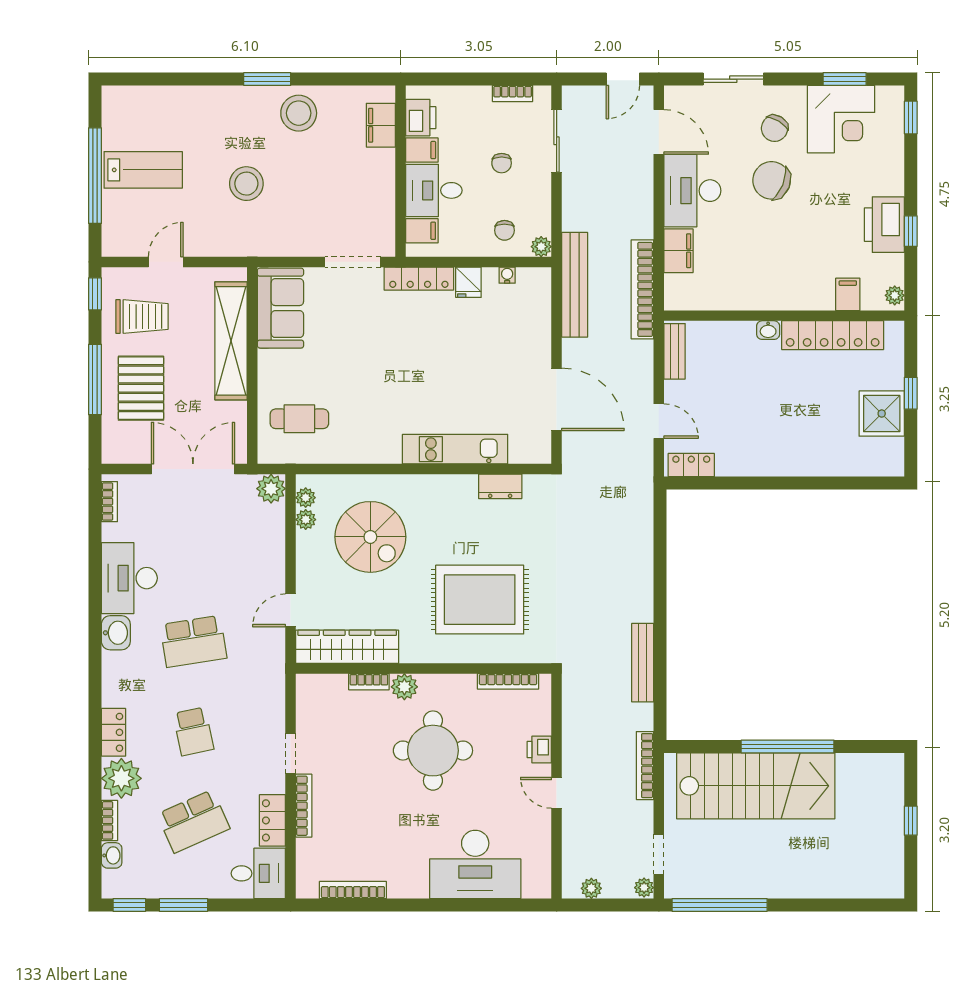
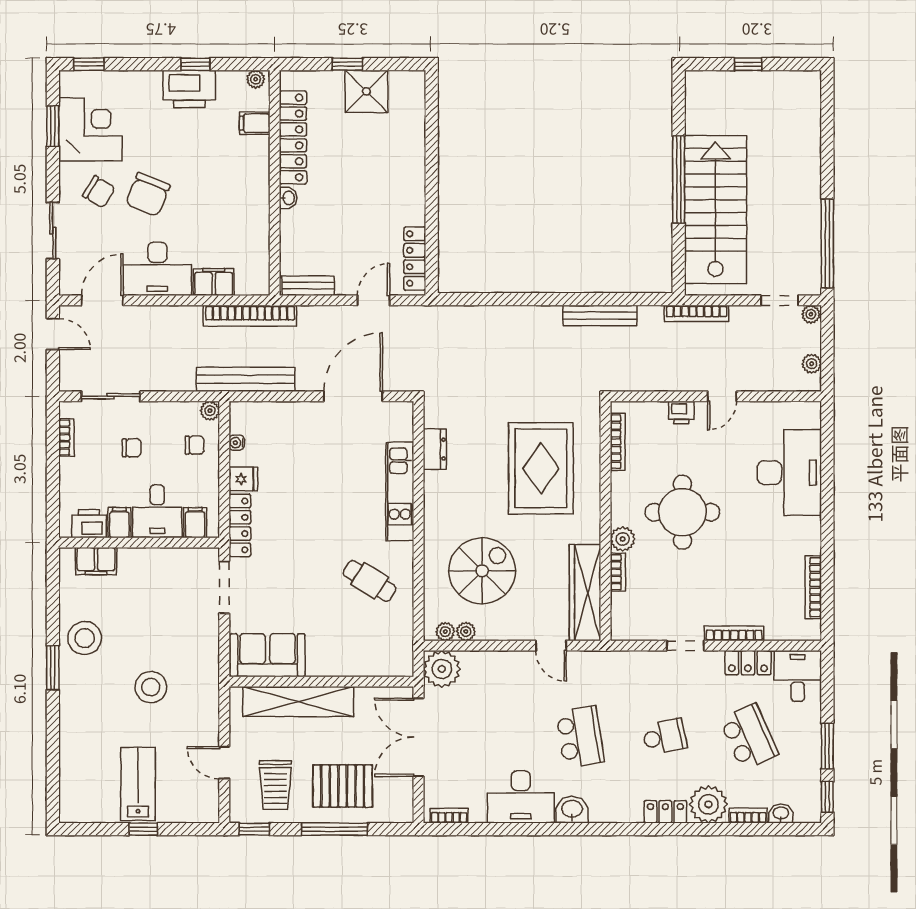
window: (95, 176) -> (143, 829), width x0.32
trolley: (142, 316) -> (275, 785), turned 180
cafe table: (299, 419) -> (370, 581), moved, turned -58
locker: (691, 465) -> (415, 259), width x1.53
plant: (271, 489) -> (442, 669), width x1.36, depth x1.36

